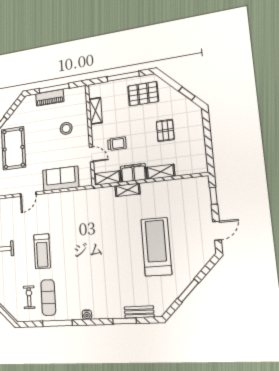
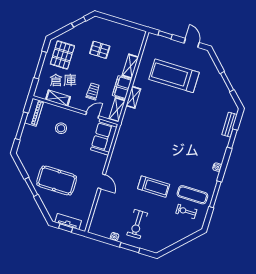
piano: (50, 98) -> (34, 112), moved
sofa: (61, 179) -> (104, 137), moved
treadmill: (156, 247) -> (174, 76), moved

